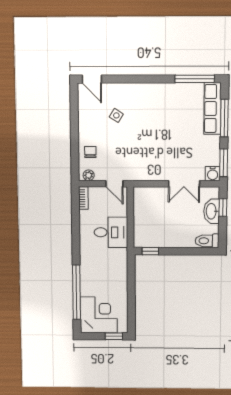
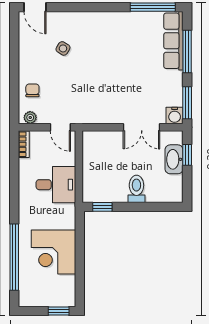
toilet: (207, 241) -> (136, 189), moved, turned 90
corner desk: (99, 315) -> (53, 252), moved, turned 180

